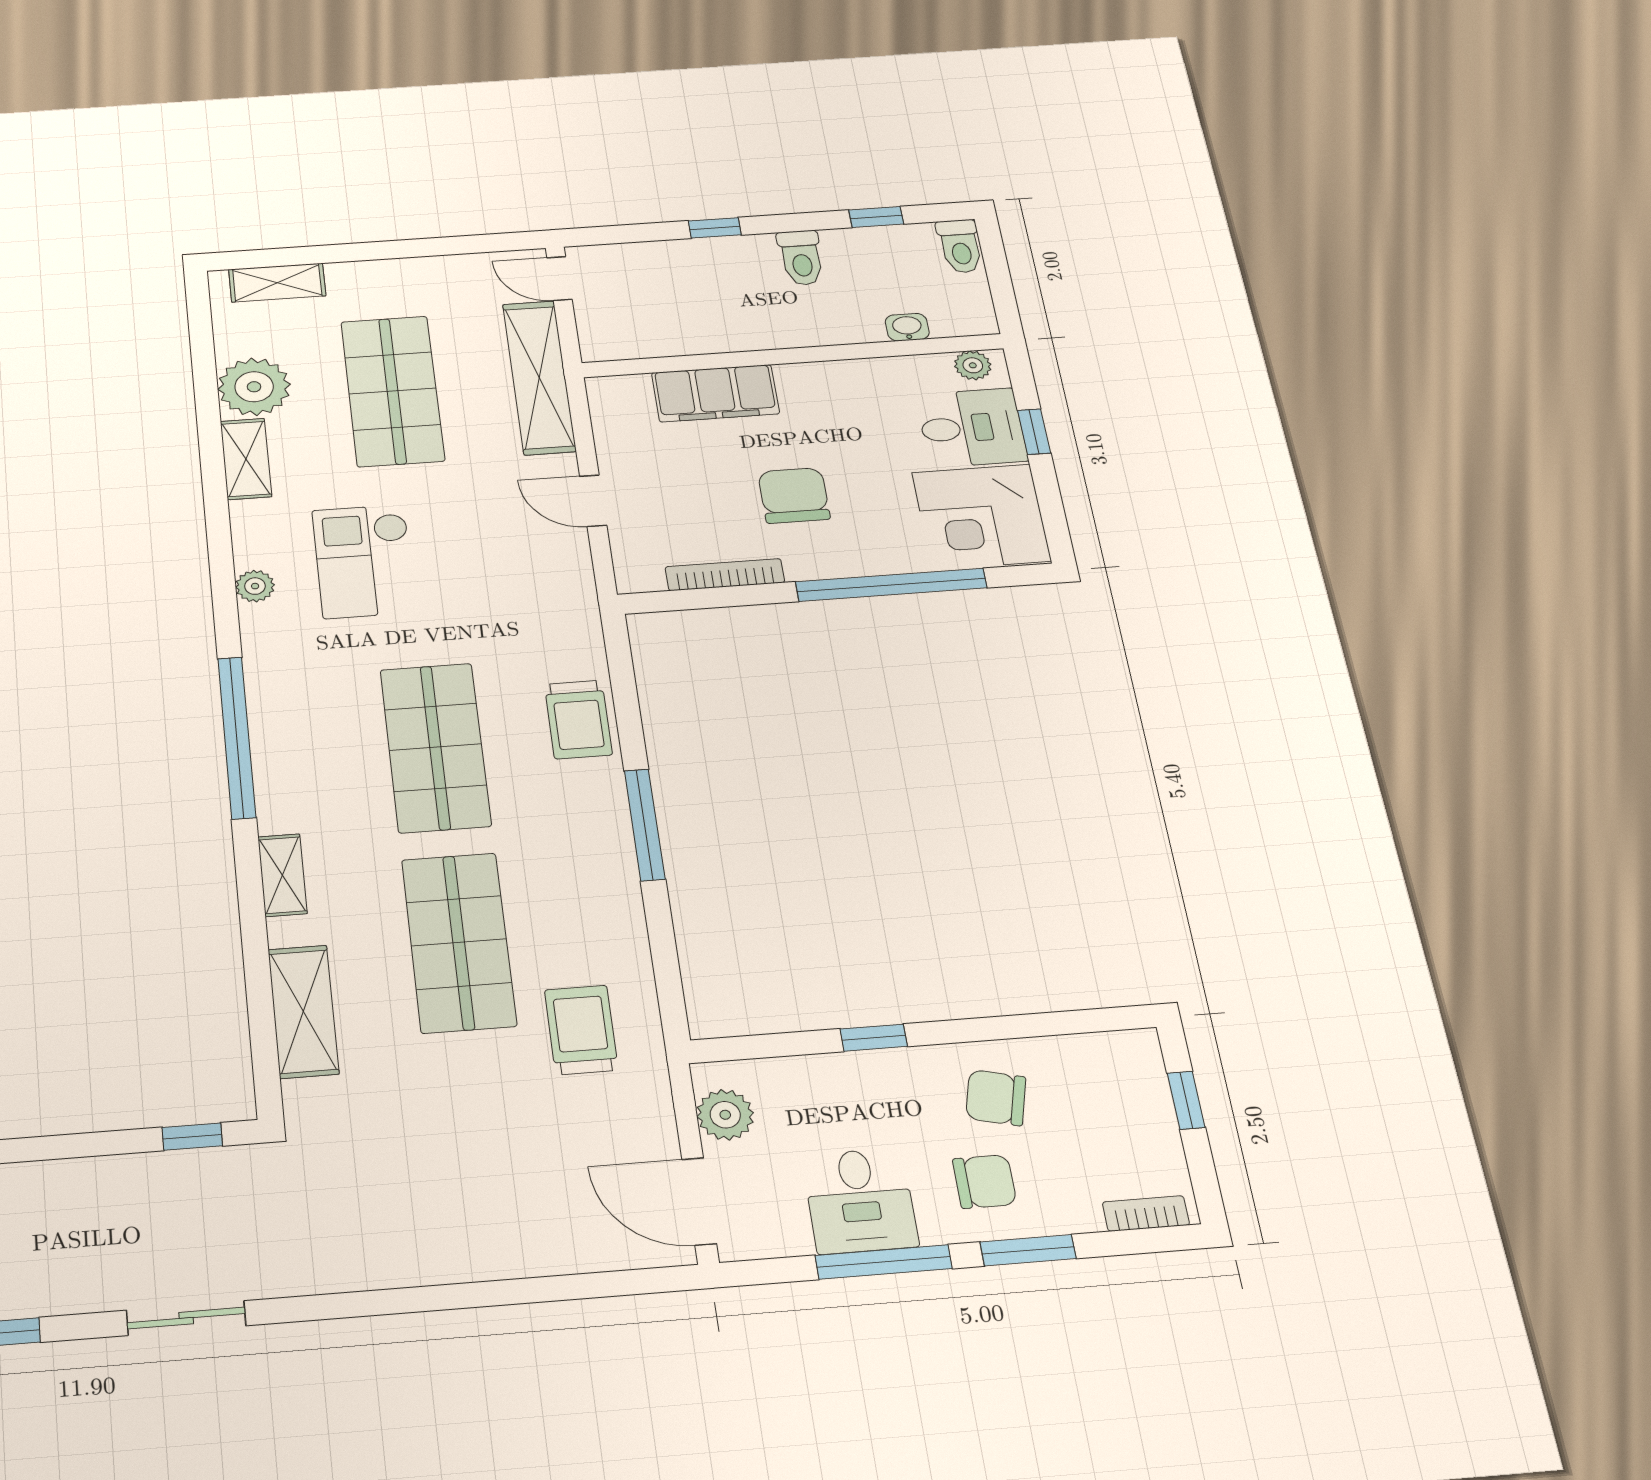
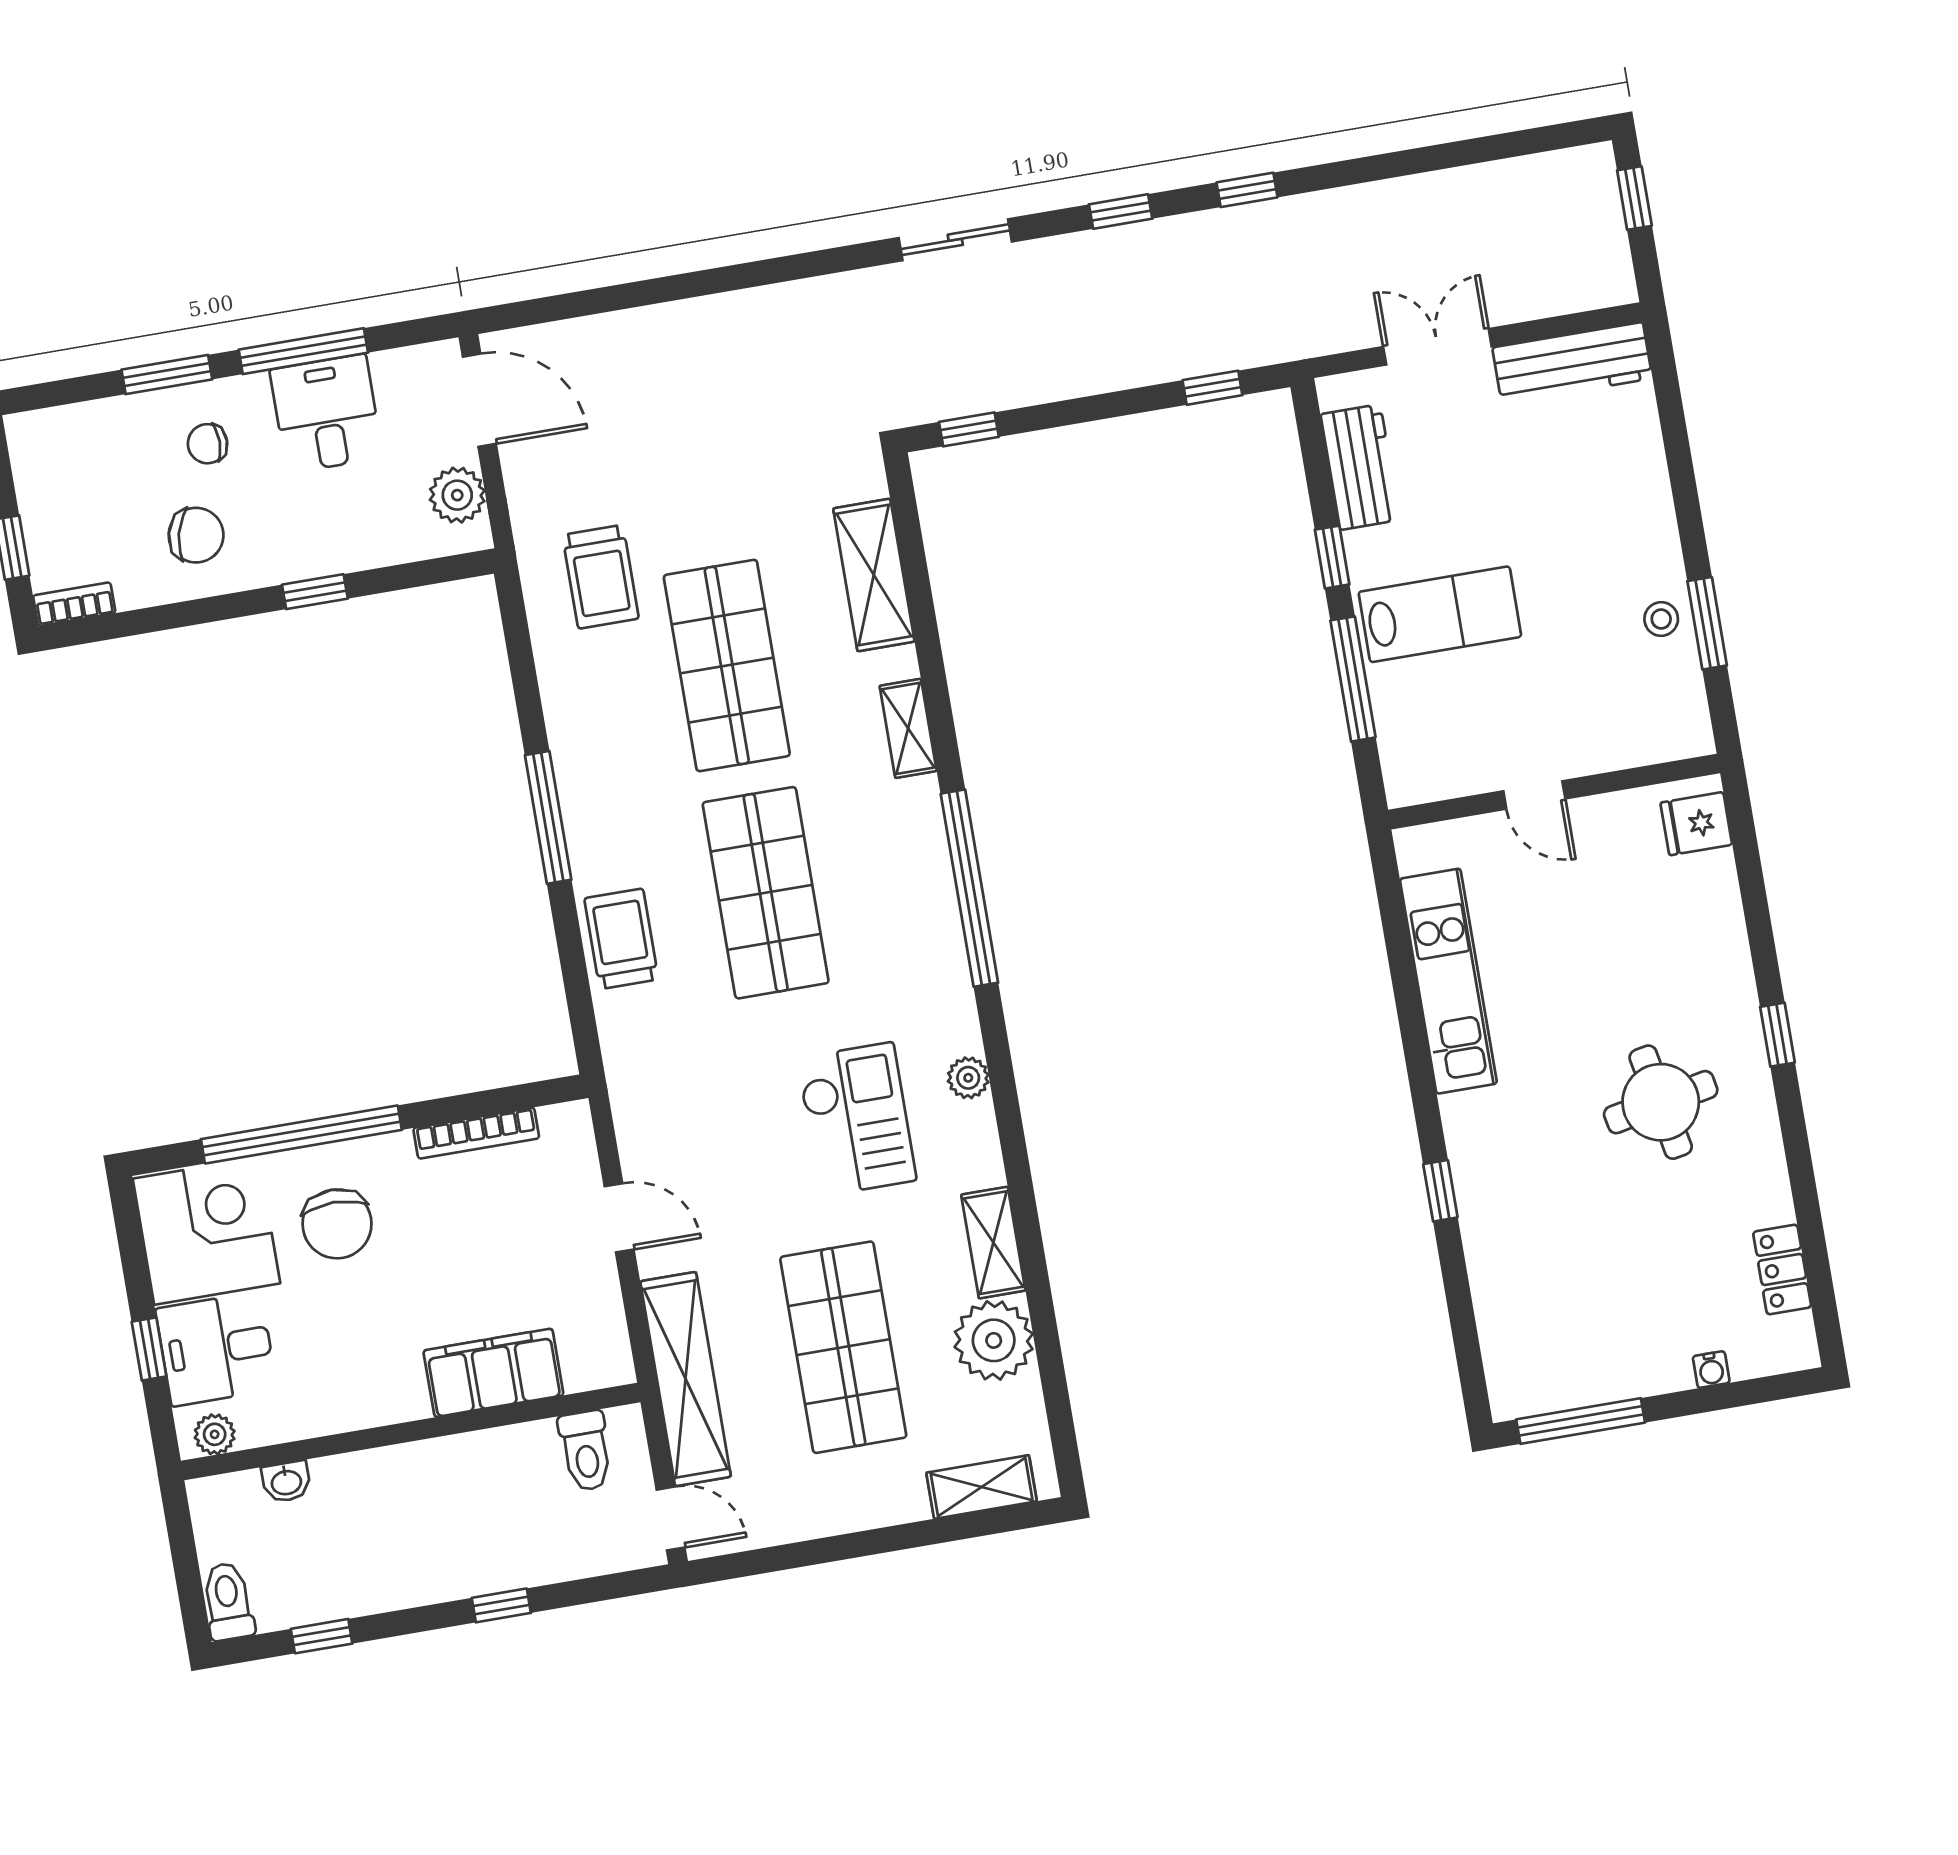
toilet: (801, 258) -> (586, 1451), moved, turned 180
chair: (794, 495) -> (337, 1224), moved
chair: (985, 1182) -> (207, 444), width x0.73, depth x0.73
bookcase: (1146, 1214) -> (74, 604), moved, turned 180

